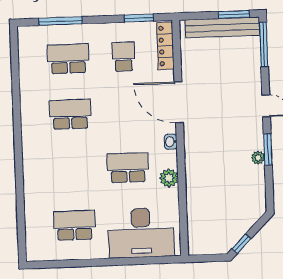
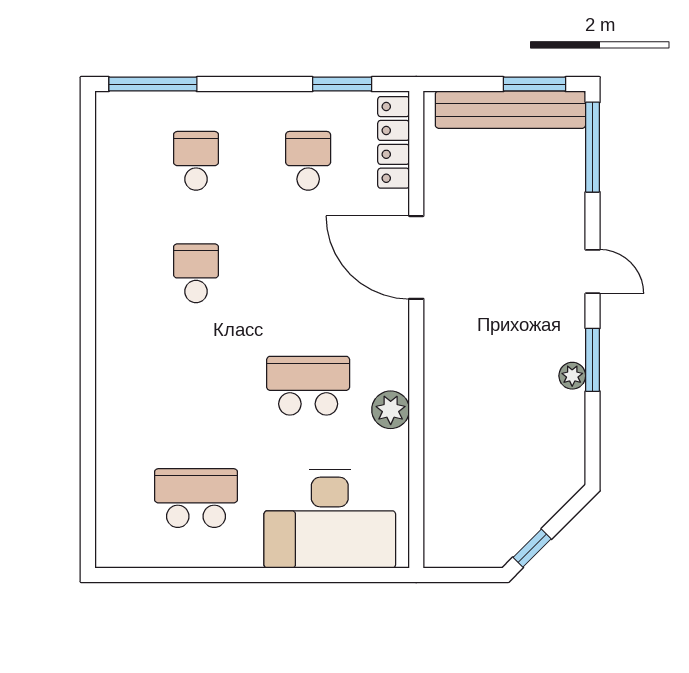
window: (60, 21) -> (153, 84), moved
school desk: (68, 59) -> (196, 161), width x0.54
school desk: (70, 114) -> (196, 273), width x0.54
washbasin: (171, 142) -> (397, 337), removed

